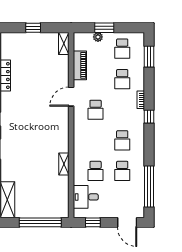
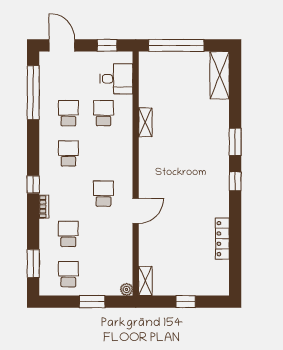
plant: (98, 37) -> (126, 289), moved
piano: (80, 65) -> (124, 252), removed

